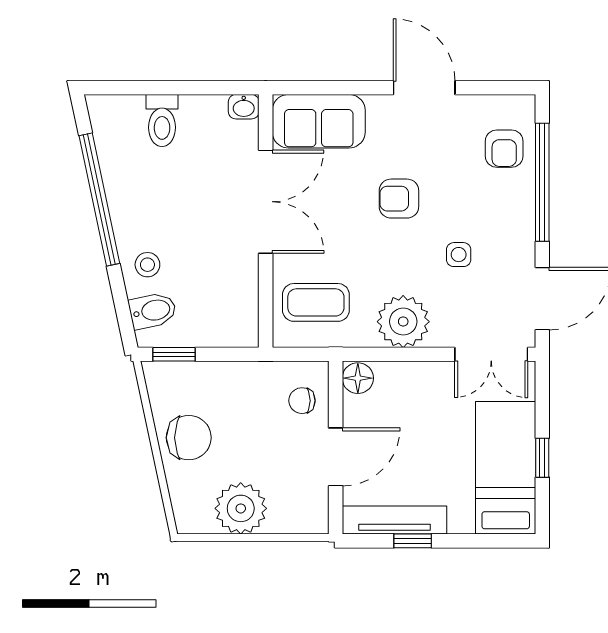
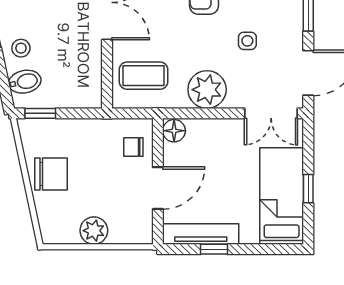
plant: (241, 508) -> (94, 231), width x0.73, depth x0.73

